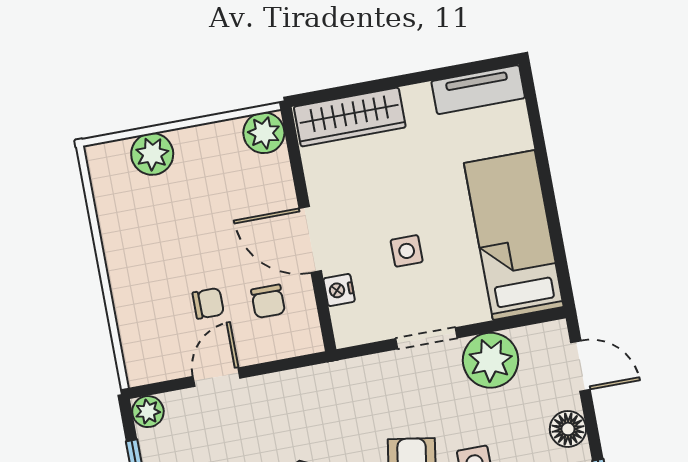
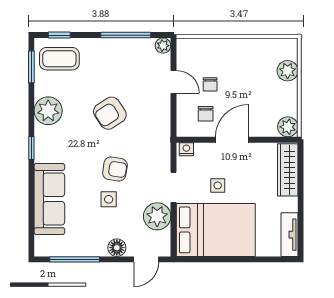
bed: (514, 235) -> (216, 230), width x1.50
nightstand: (339, 290) -> (186, 149), moved
chair: (268, 301) -> (206, 114), turned -90

